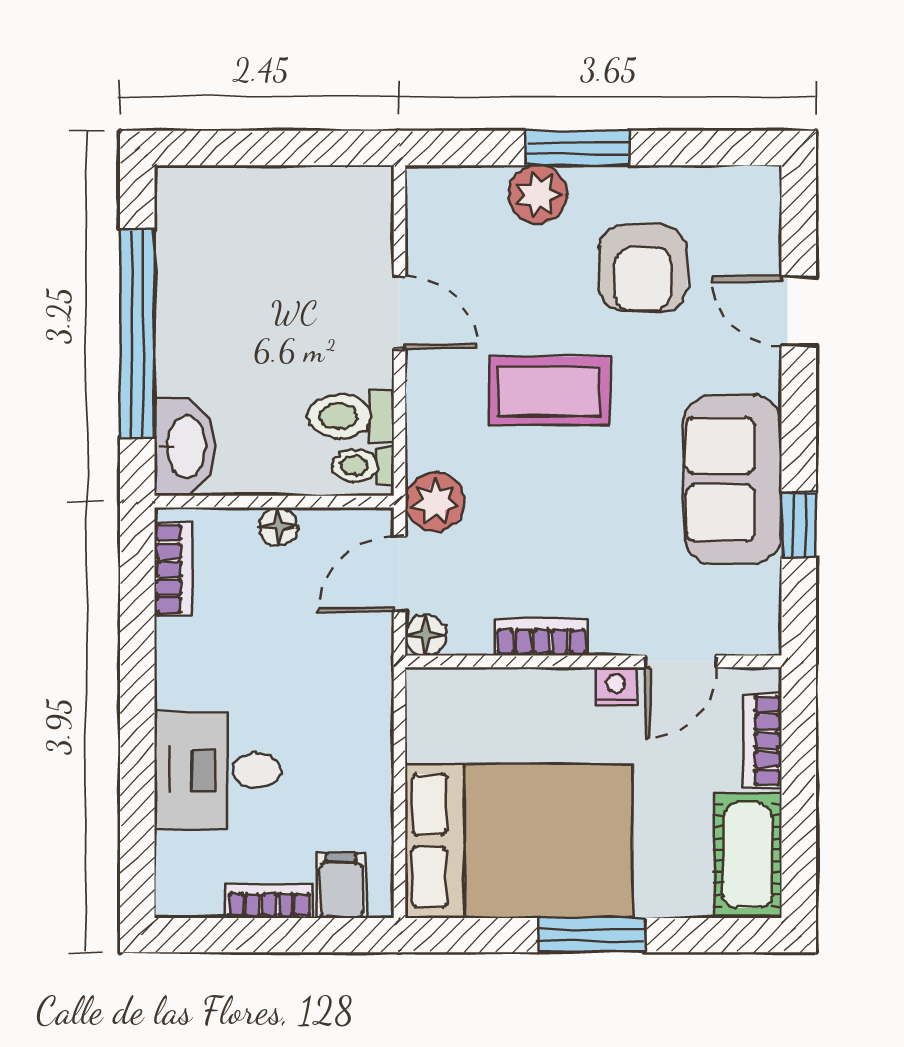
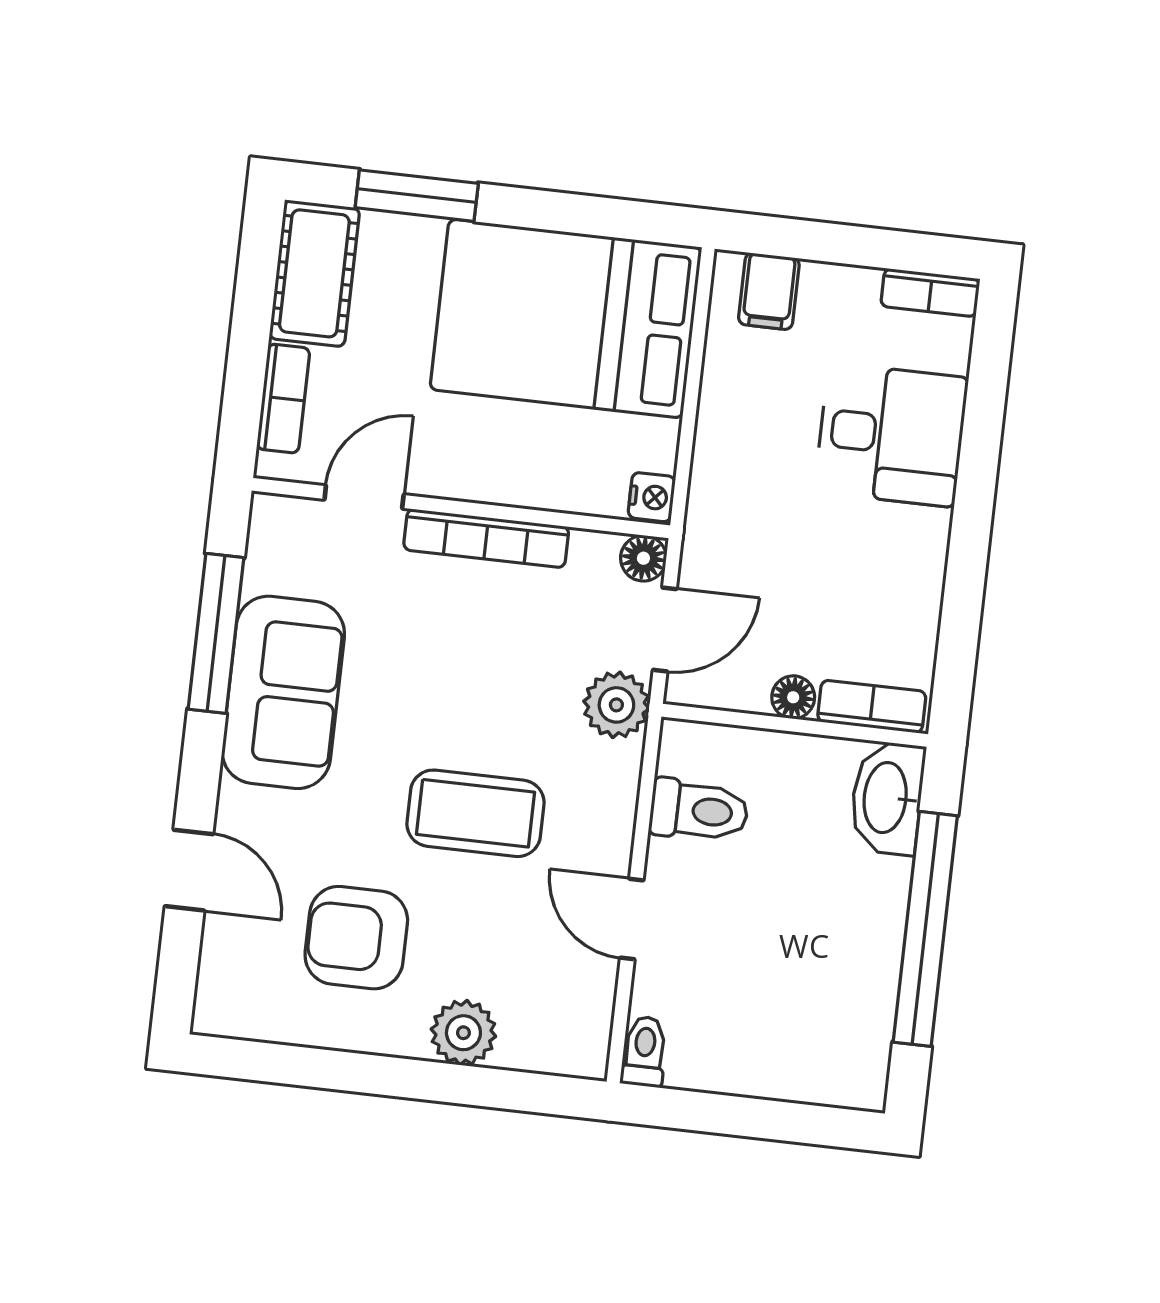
window: (577, 148) -> (414, 1079), removed
armchair: (643, 268) -> (356, 938), turned -90
toilet: (363, 466) -> (644, 1052), moved, turned -90
window: (799, 525) -> (216, 633), width x2.17
bookcase: (173, 569) -> (872, 707), moved, turned 90
bookcase: (542, 637) -> (486, 538), width x1.56
nightstand: (616, 686) -> (652, 497), moved, turned -90
bookcase: (269, 901) -> (930, 293), moved
window: (592, 935) -> (417, 196), moved

